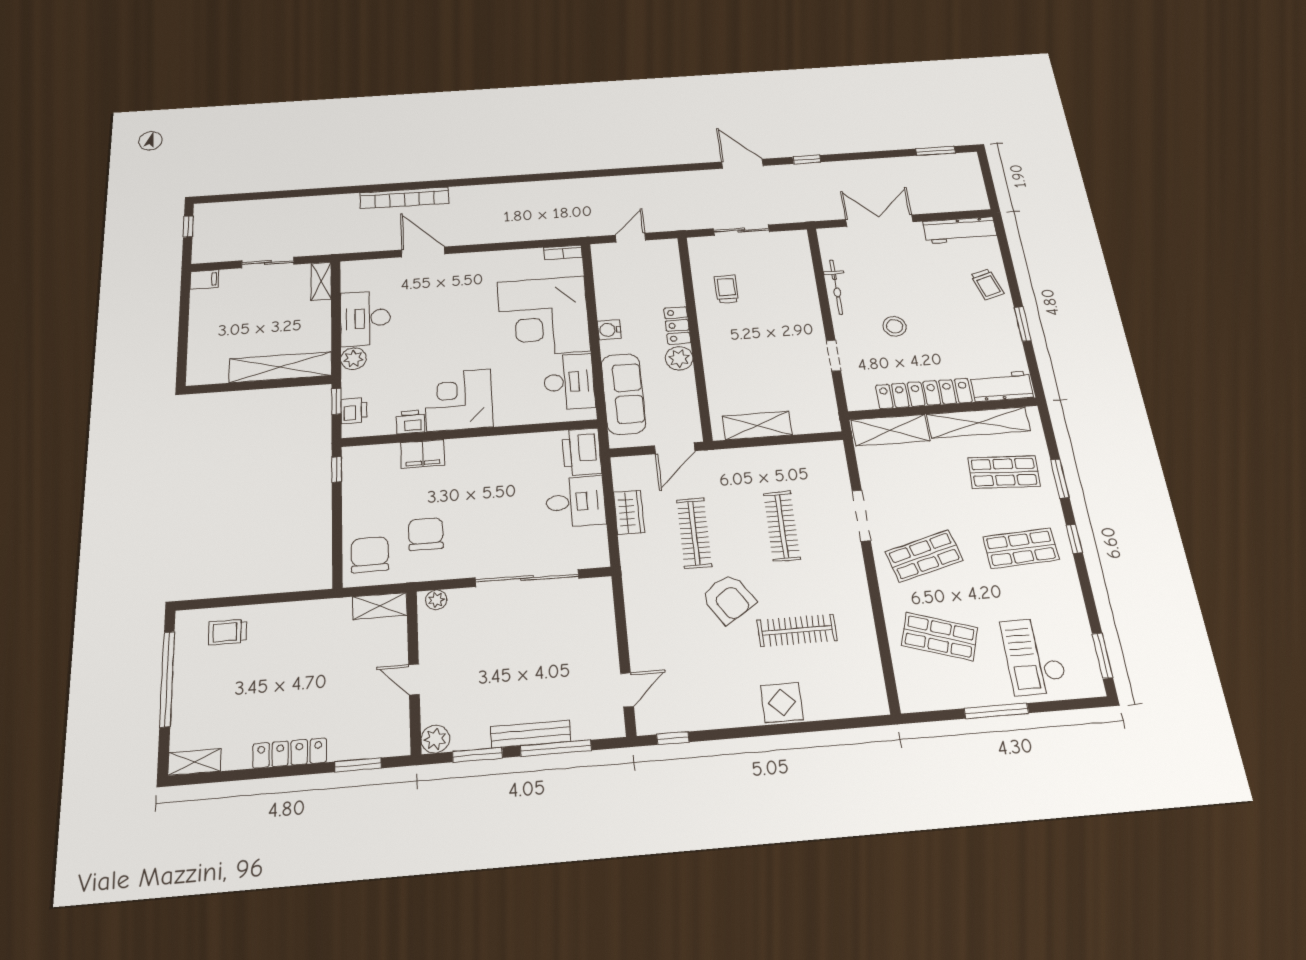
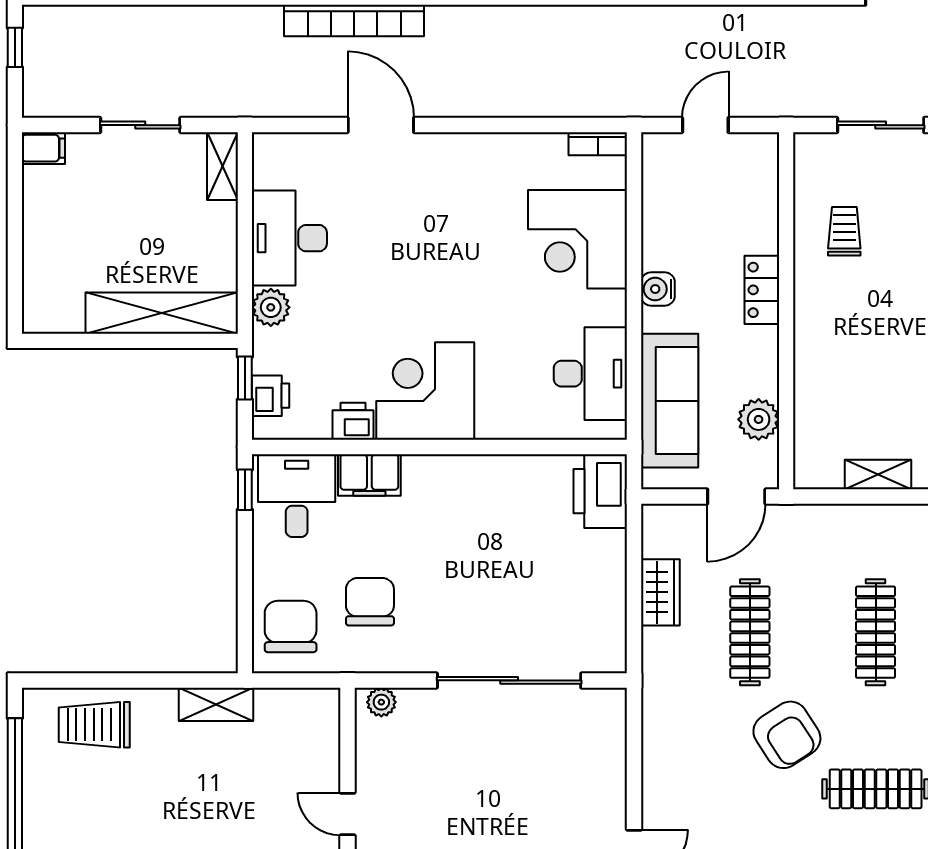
corner desk: (543, 316) -> (578, 239), width x0.74, depth x0.74
plant: (679, 358) -> (759, 419), moved
shelving: (757, 425) -> (878, 475), width x0.67, depth x0.75
desk: (575, 502) -> (297, 496), moved, turned -90
shelving: (380, 606) -> (216, 704), moved
trolley: (227, 632) -> (94, 725), width x1.36, depth x1.39

